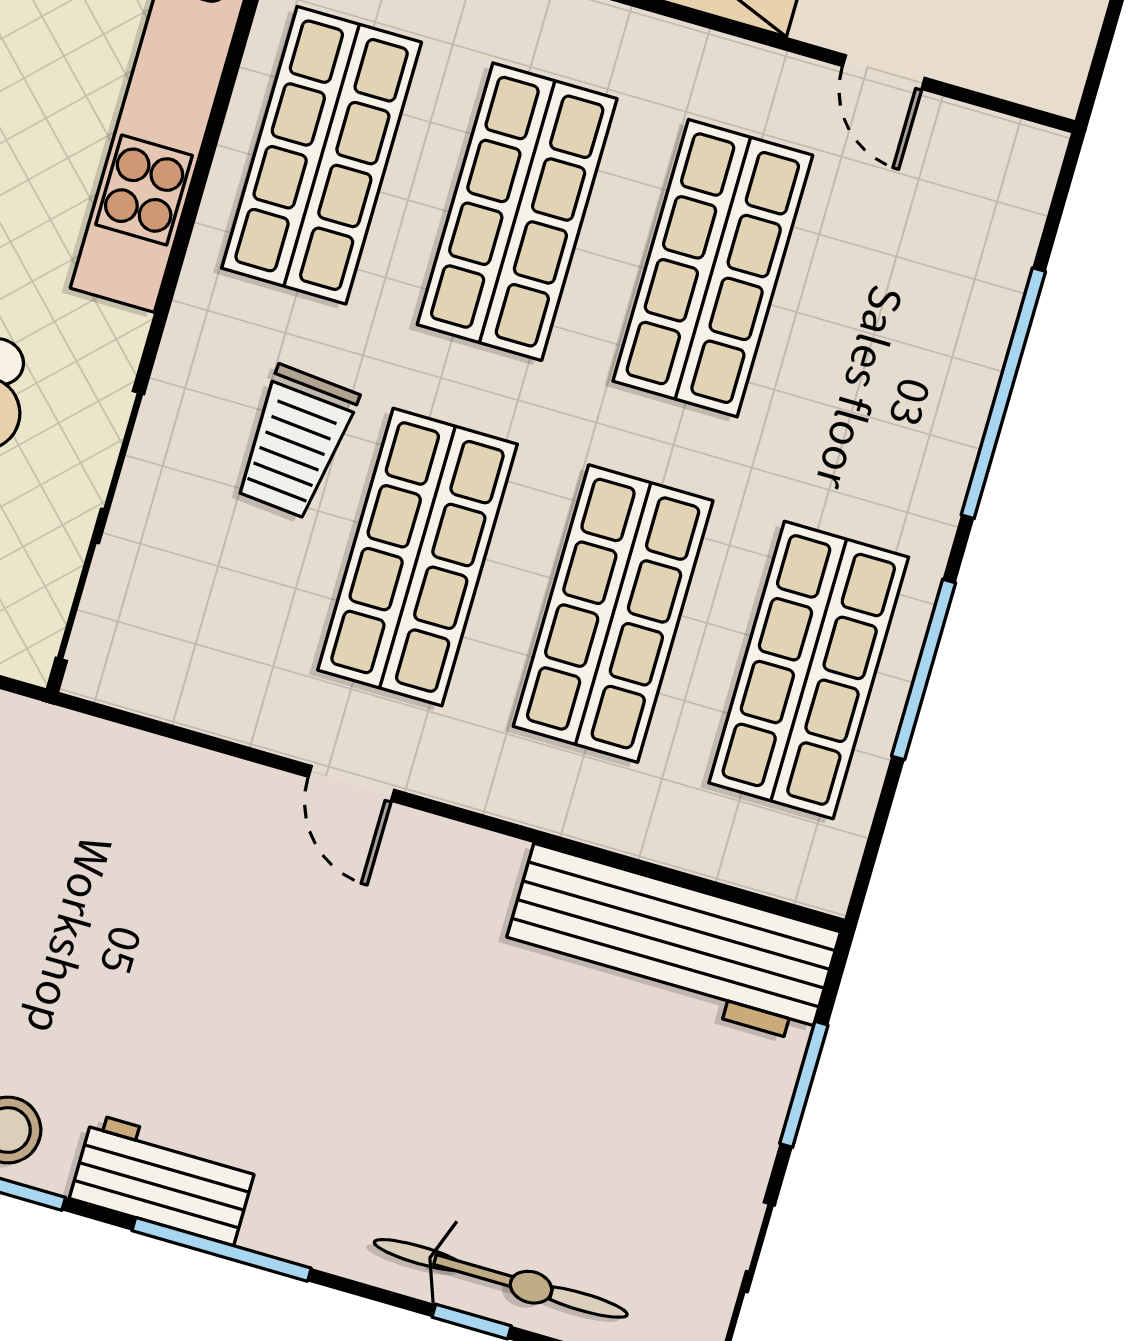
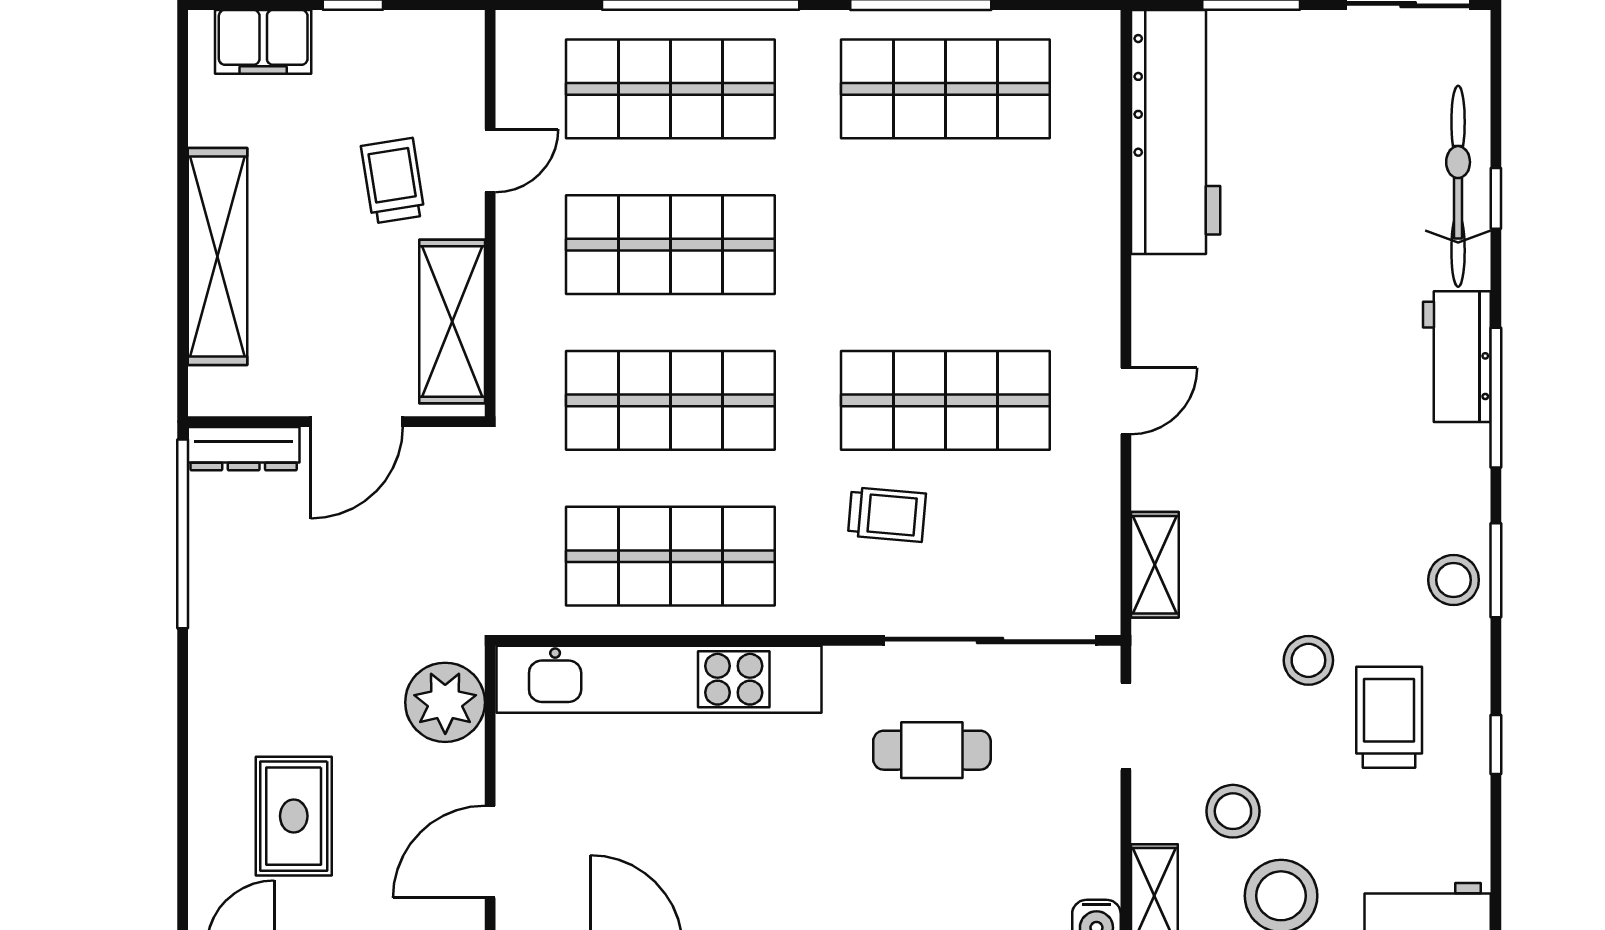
trolley: (295, 442) -> (887, 515), width x0.73, depth x0.72
shop shelf: (613, 614) -> (670, 89), moved
shelving: (135, 760) -> (1155, 565), added
workbench: (164, 1180) -> (1457, 357), moved

